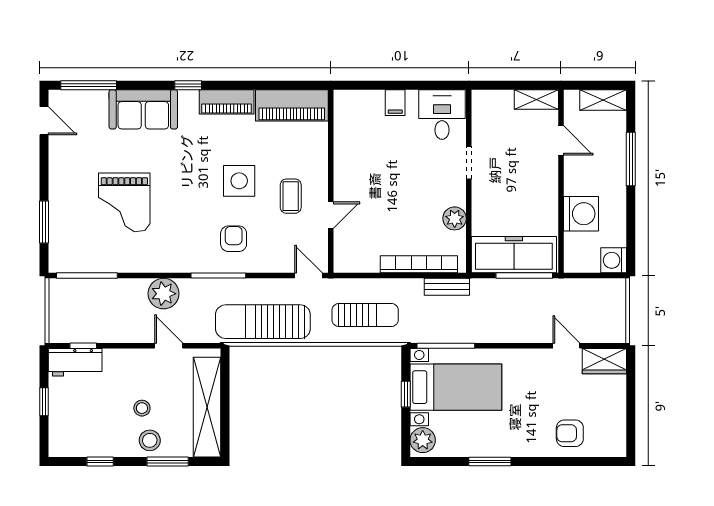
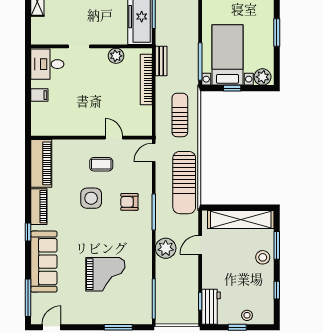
sofa: (143, 109) -> (44, 262), width x1.36
stool: (142, 408) -> (247, 315), moved

